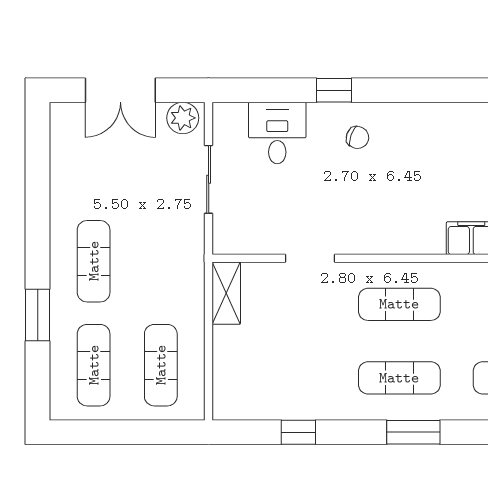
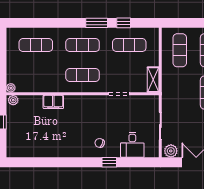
exercise mat: (285, 378) -> (129, 45), added
window: (413, 432) -> (97, 23), moved

